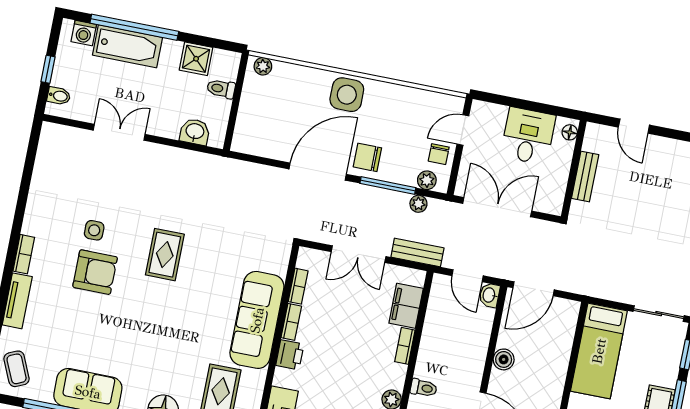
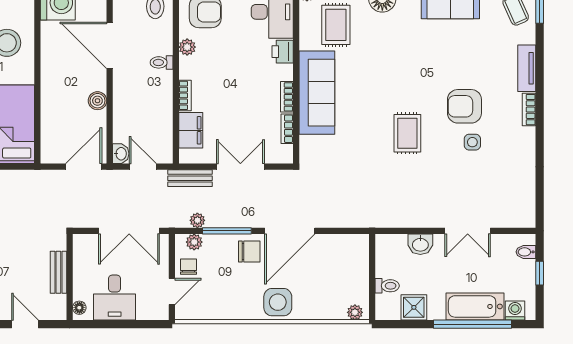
washbasin: (195, 132) -> (420, 244), moved
printer: (290, 355) -> (283, 52), moved

